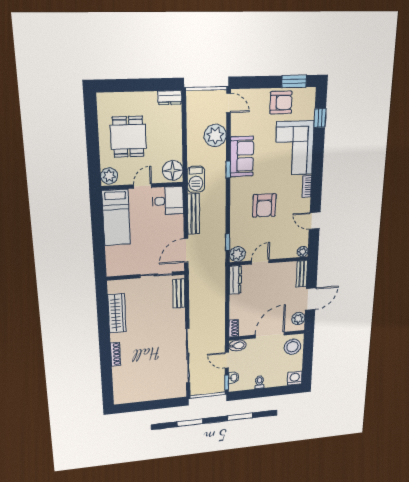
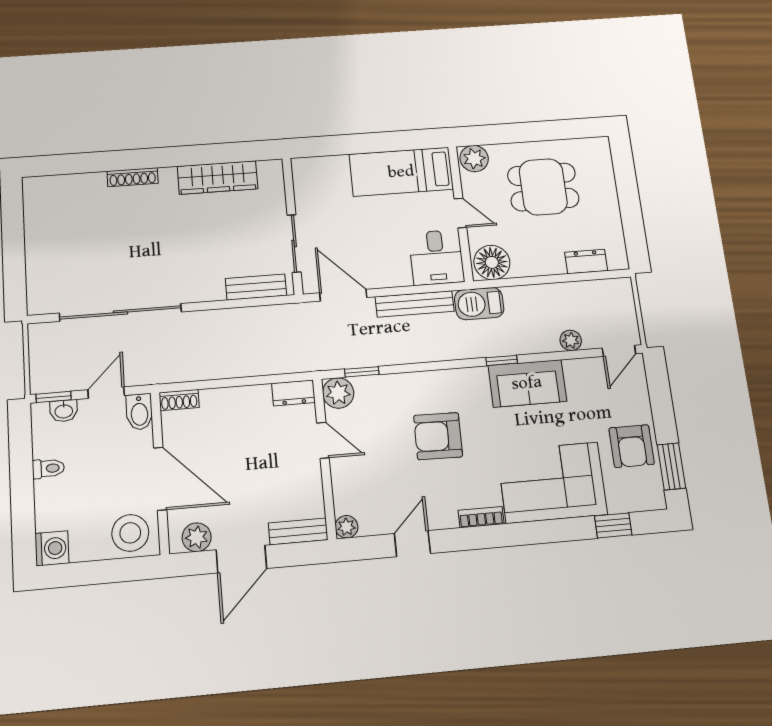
dresser: (170, 98) -> (586, 262), moved, turned 90
plant: (215, 136) -> (571, 340), width x0.53, depth x0.53
dresser: (235, 280) -> (293, 393), width x0.70
door: (311, 299) -> (241, 559), hinge flipped

